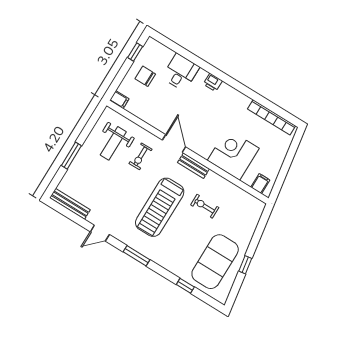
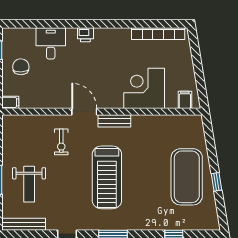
chair: (145, 76) -> (21, 67), turned 88
weight bench: (113, 143) -> (29, 184), moved
exercise bike: (205, 206) -> (147, 151), removed
exercise mat: (215, 262) -> (187, 177), moved

